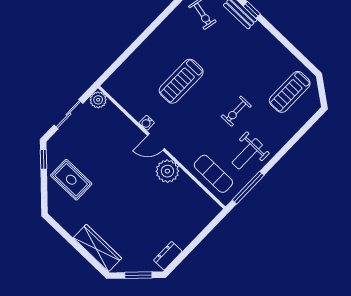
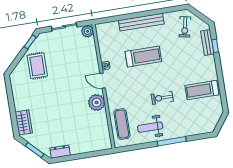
bench: (150, 45) -> (141, 22), added
treadmill: (181, 81) -> (143, 57), turned 180
treadmill: (290, 92) -> (202, 90), moved
window: (248, 188) -> (172, 141), moved
wardrobe: (97, 248) -> (24, 122), width x0.67

